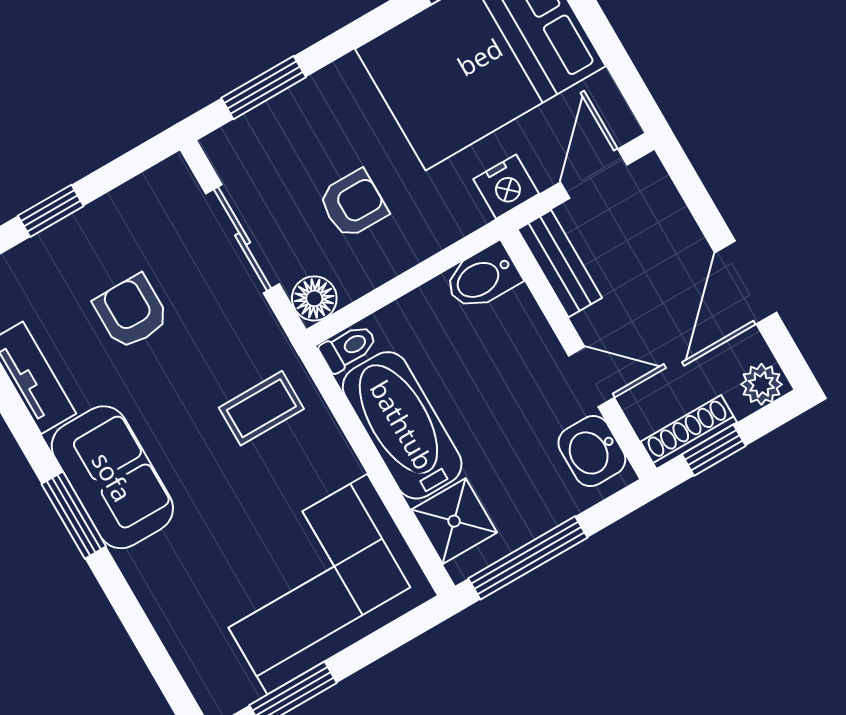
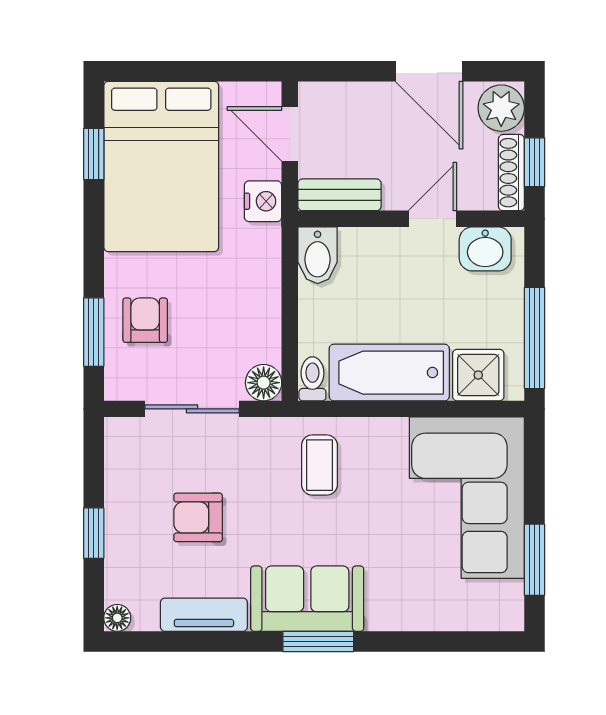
armchair: (353, 204) -> (145, 320), moved
plant: (761, 384) -> (501, 108), width x1.38, depth x1.38

